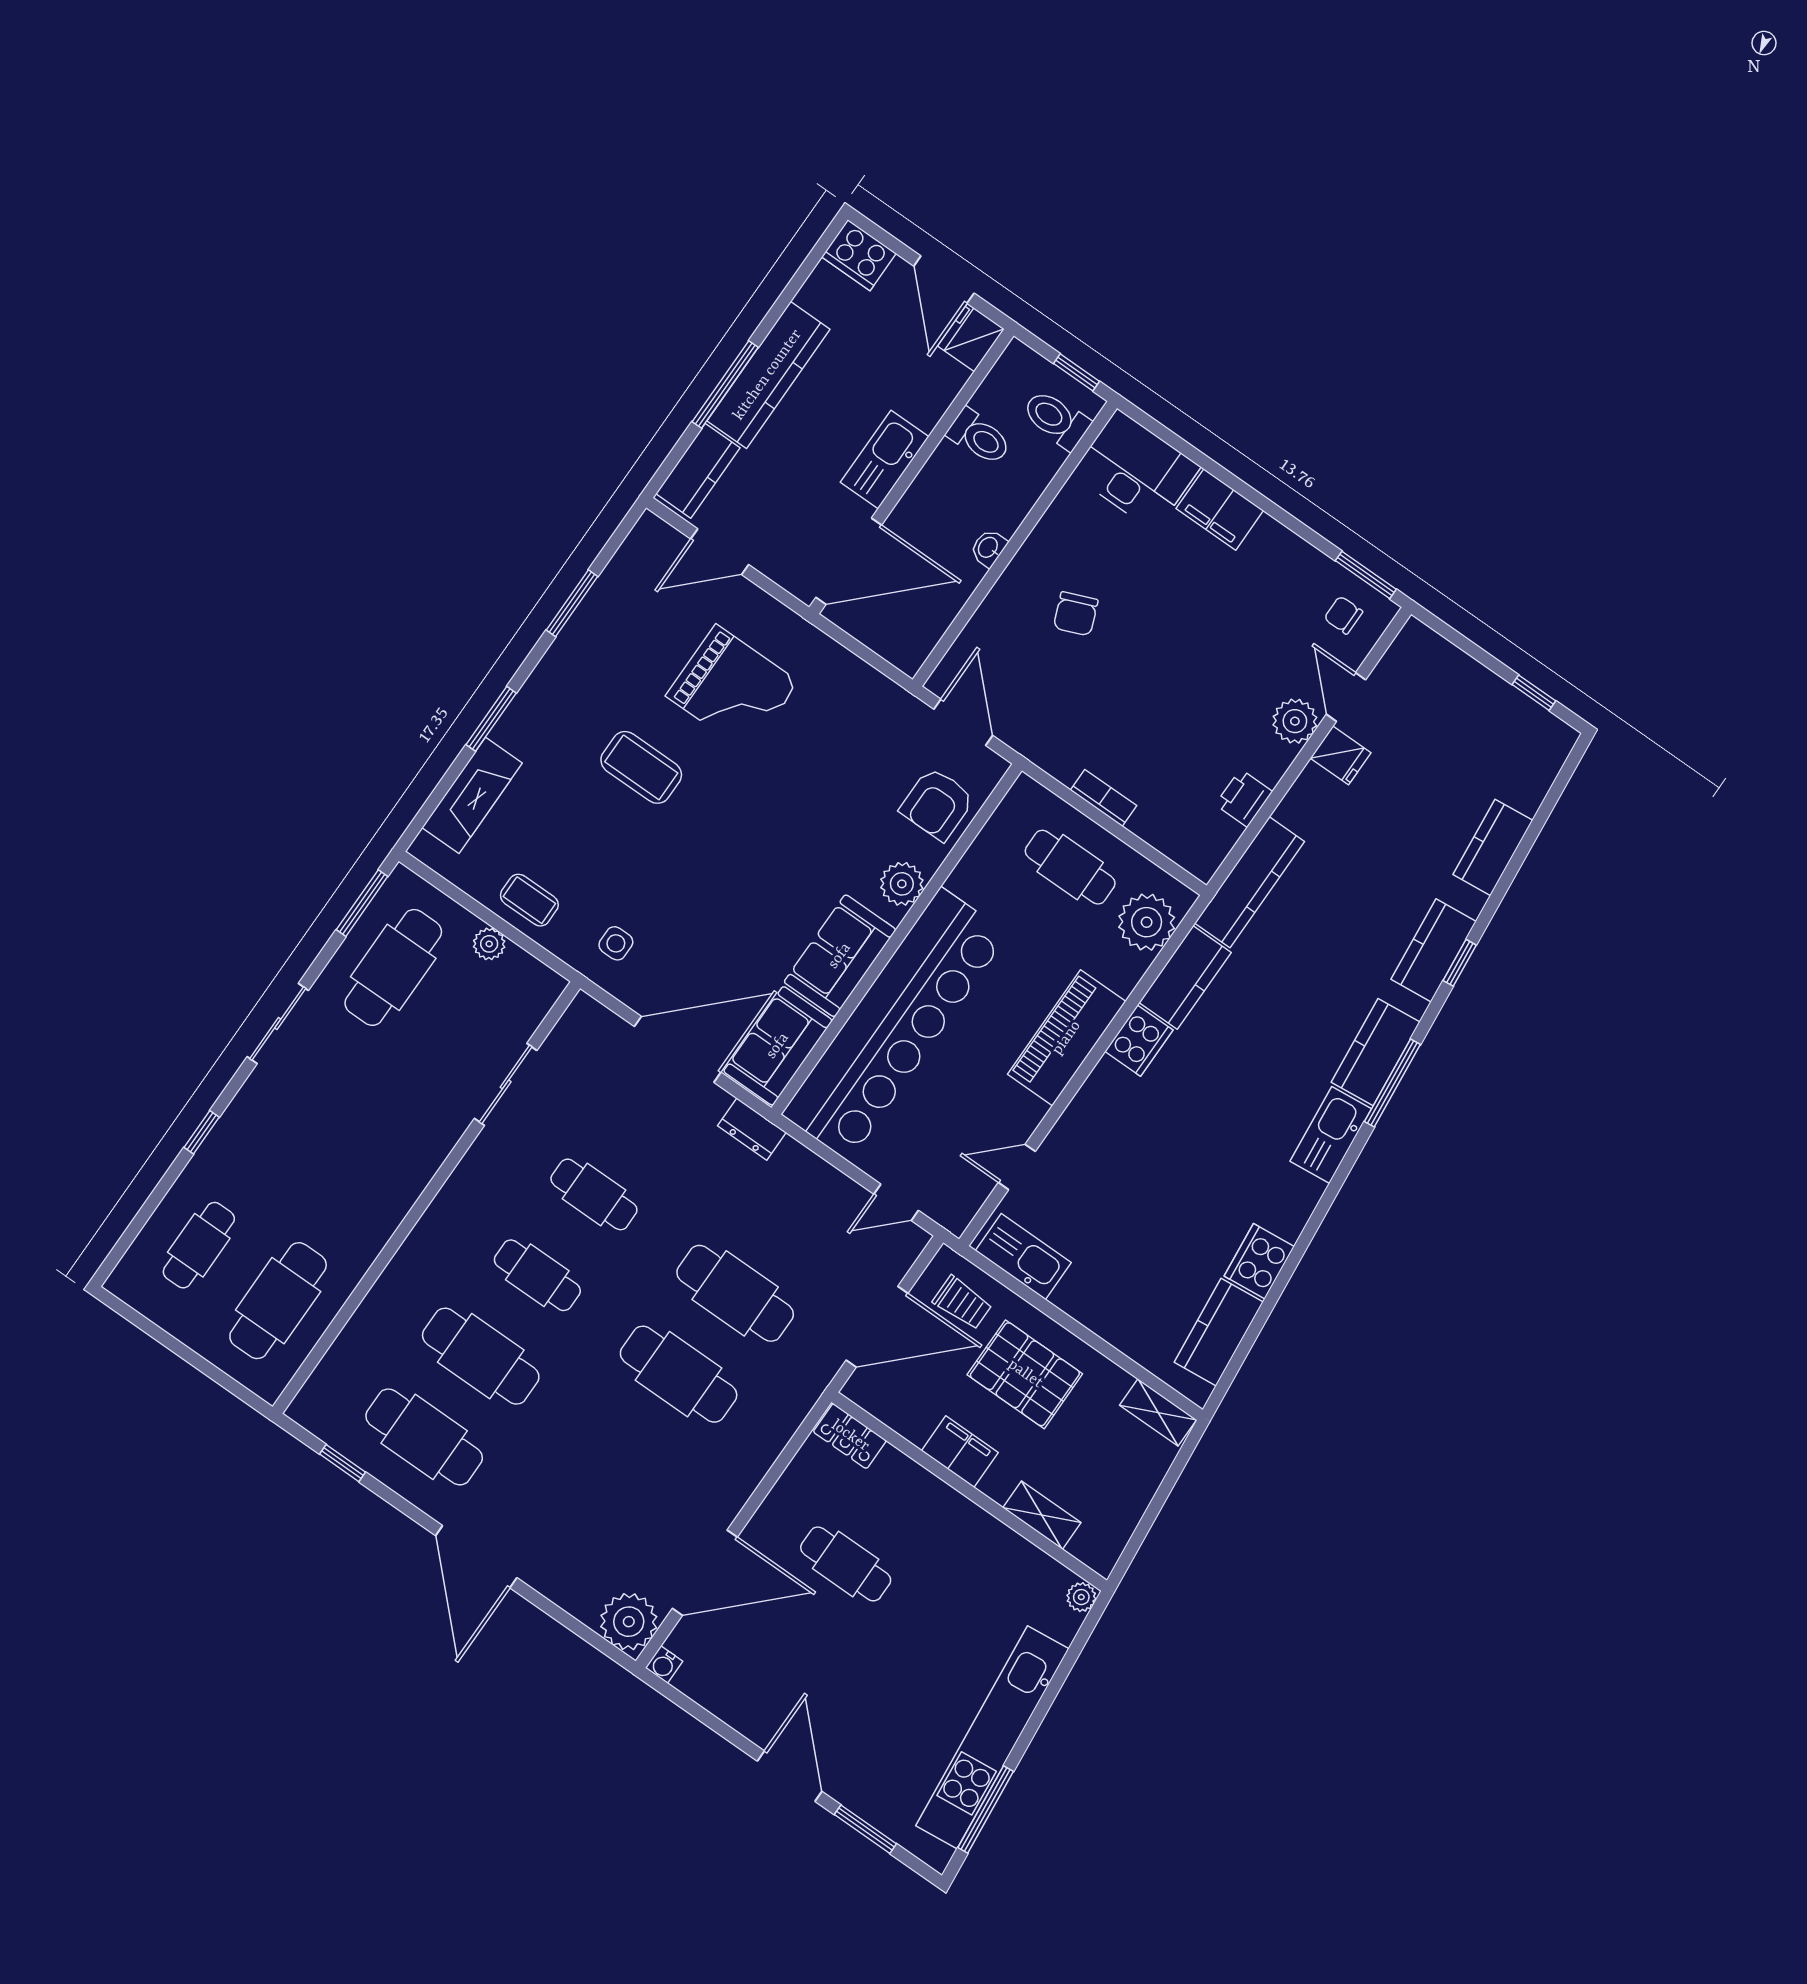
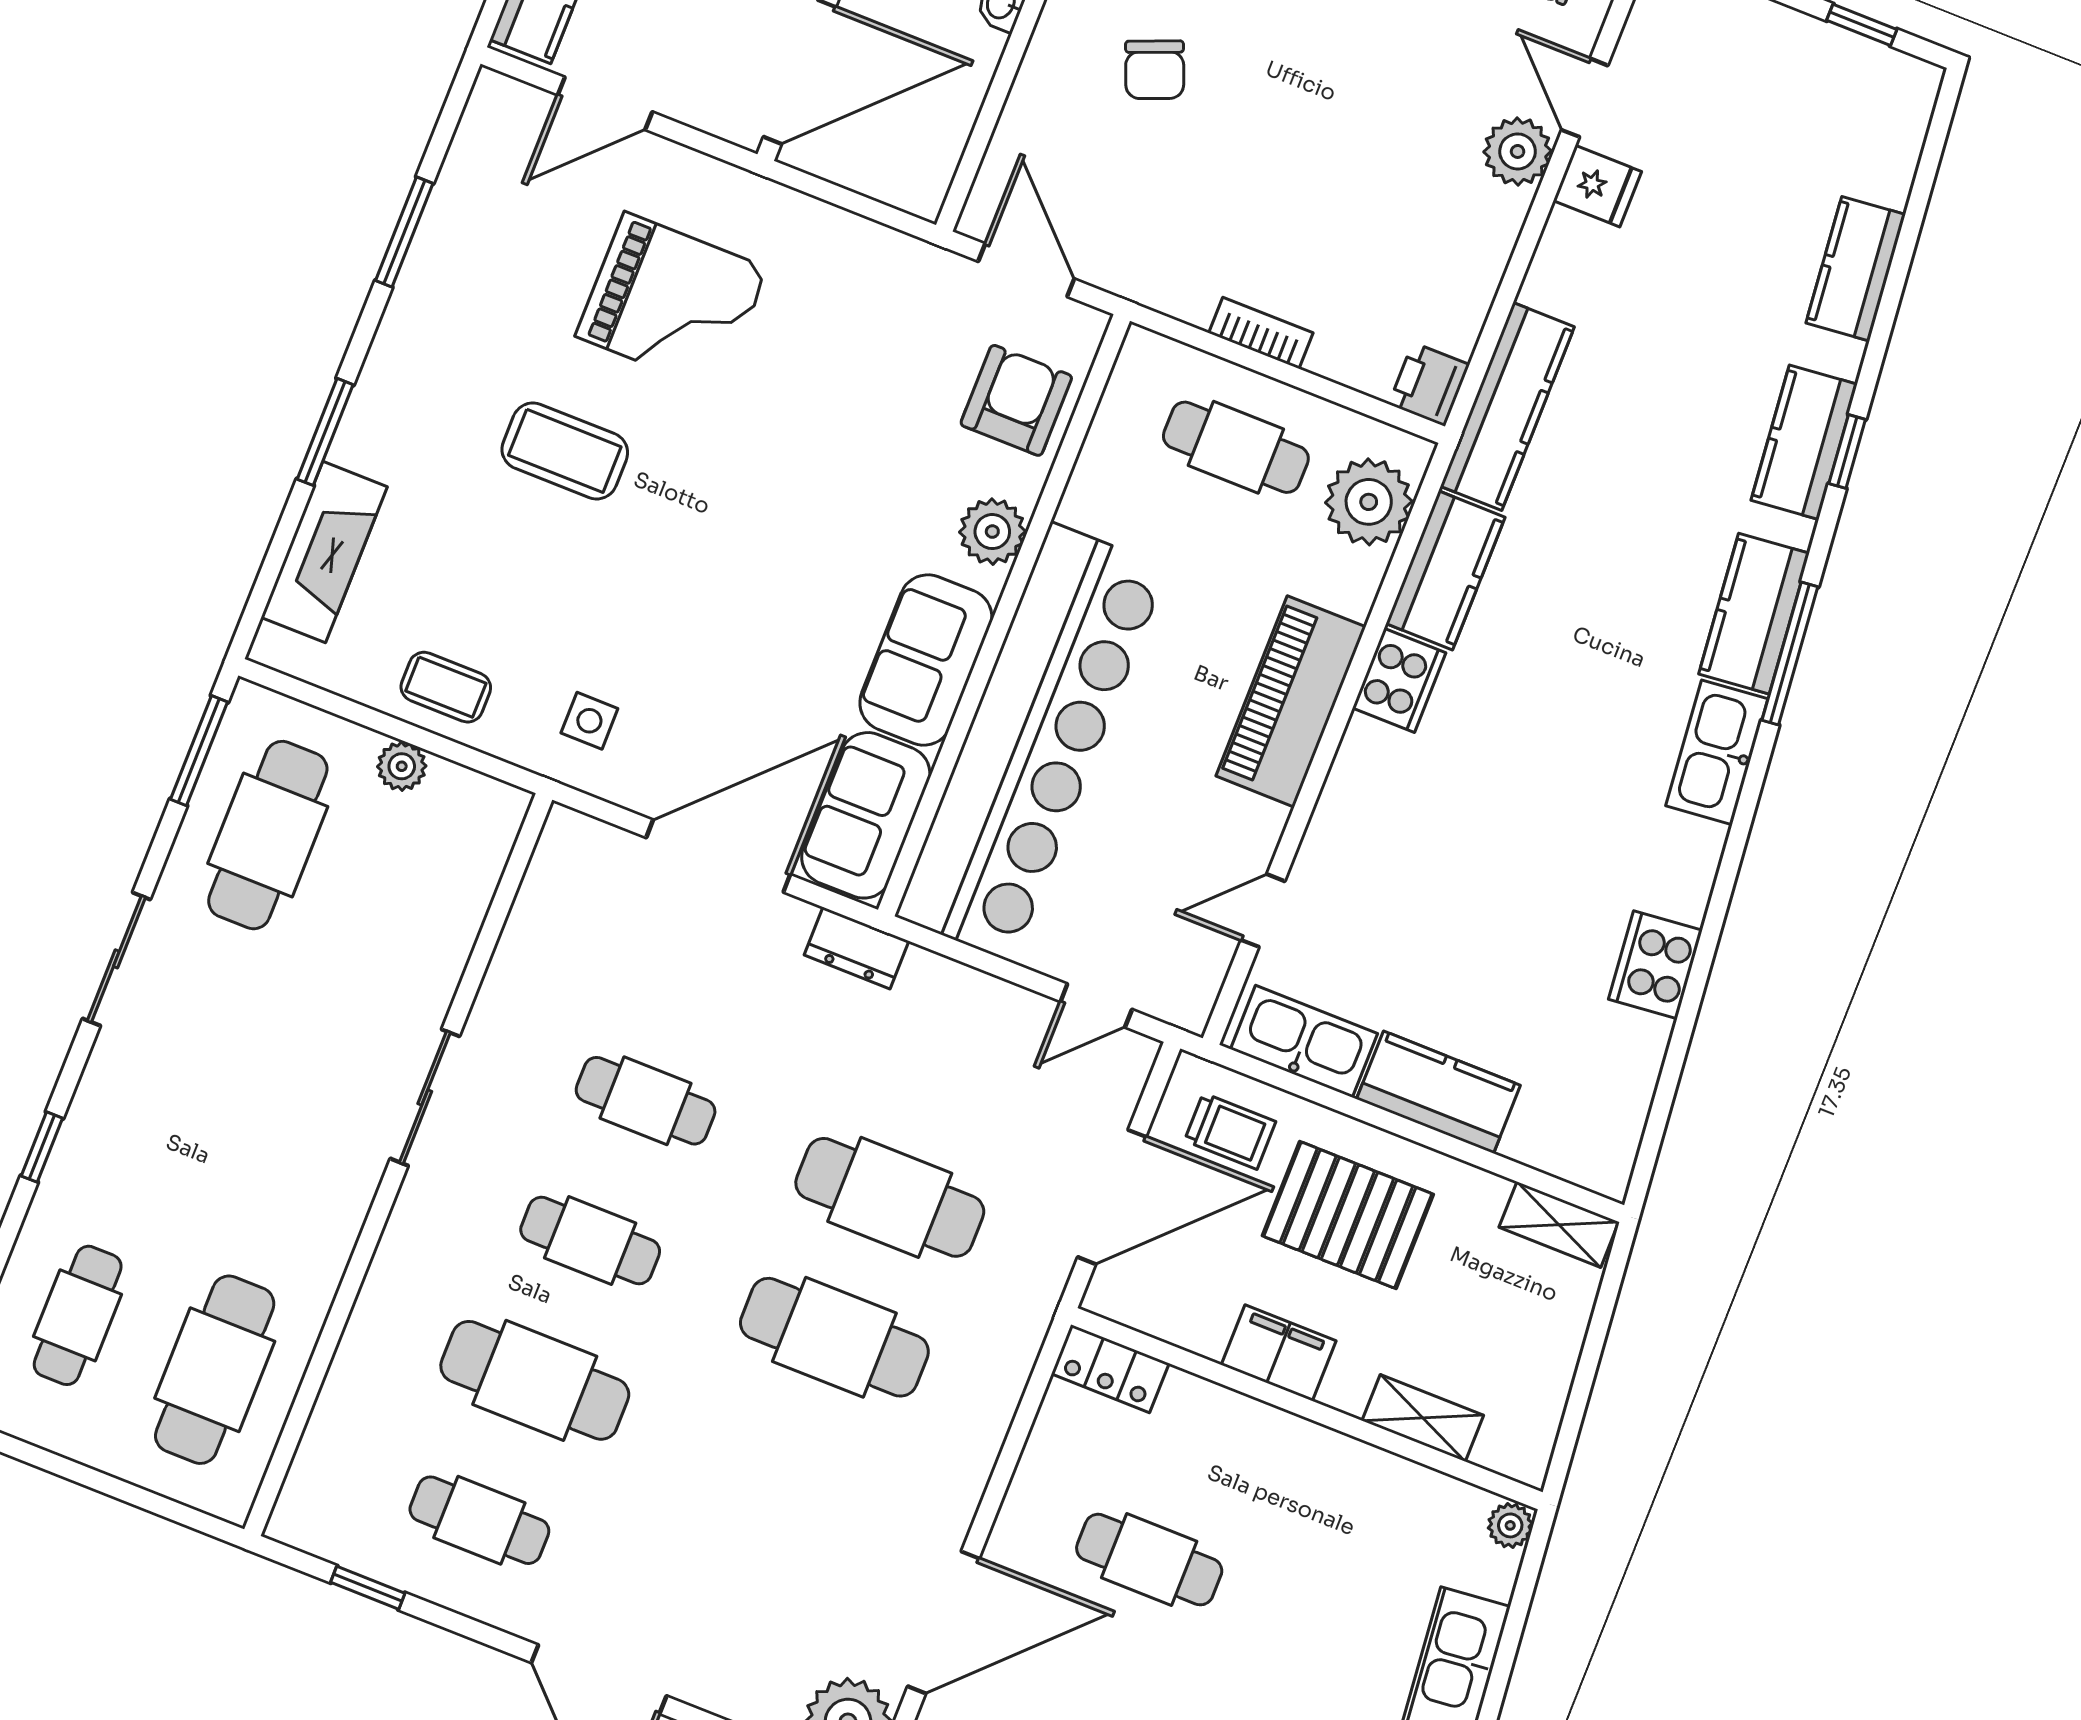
printer: (1244, 798) -> (1429, 384), moved
armchair: (937, 804) -> (1016, 400), turned 180
sliding door: (506, 1084) -> (425, 1097), moved
kitchen counter: (1219, 1332) -> (1438, 1092), moved, turned 96
cafe table: (424, 1437) -> (479, 1520), width x0.73, depth x0.74

